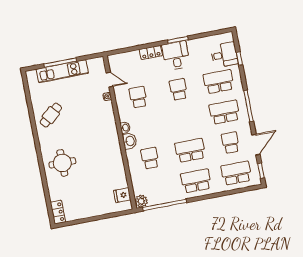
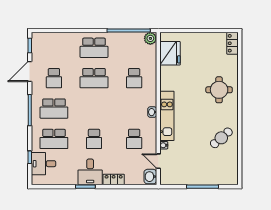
kitchen unit: (62, 71) -> (167, 116), moved, turned 90
washbasin: (130, 141) -> (150, 177), moved
school desk: (236, 173) -> (54, 48), removed
fridge: (122, 195) -> (170, 53), width x1.88, depth x1.34

